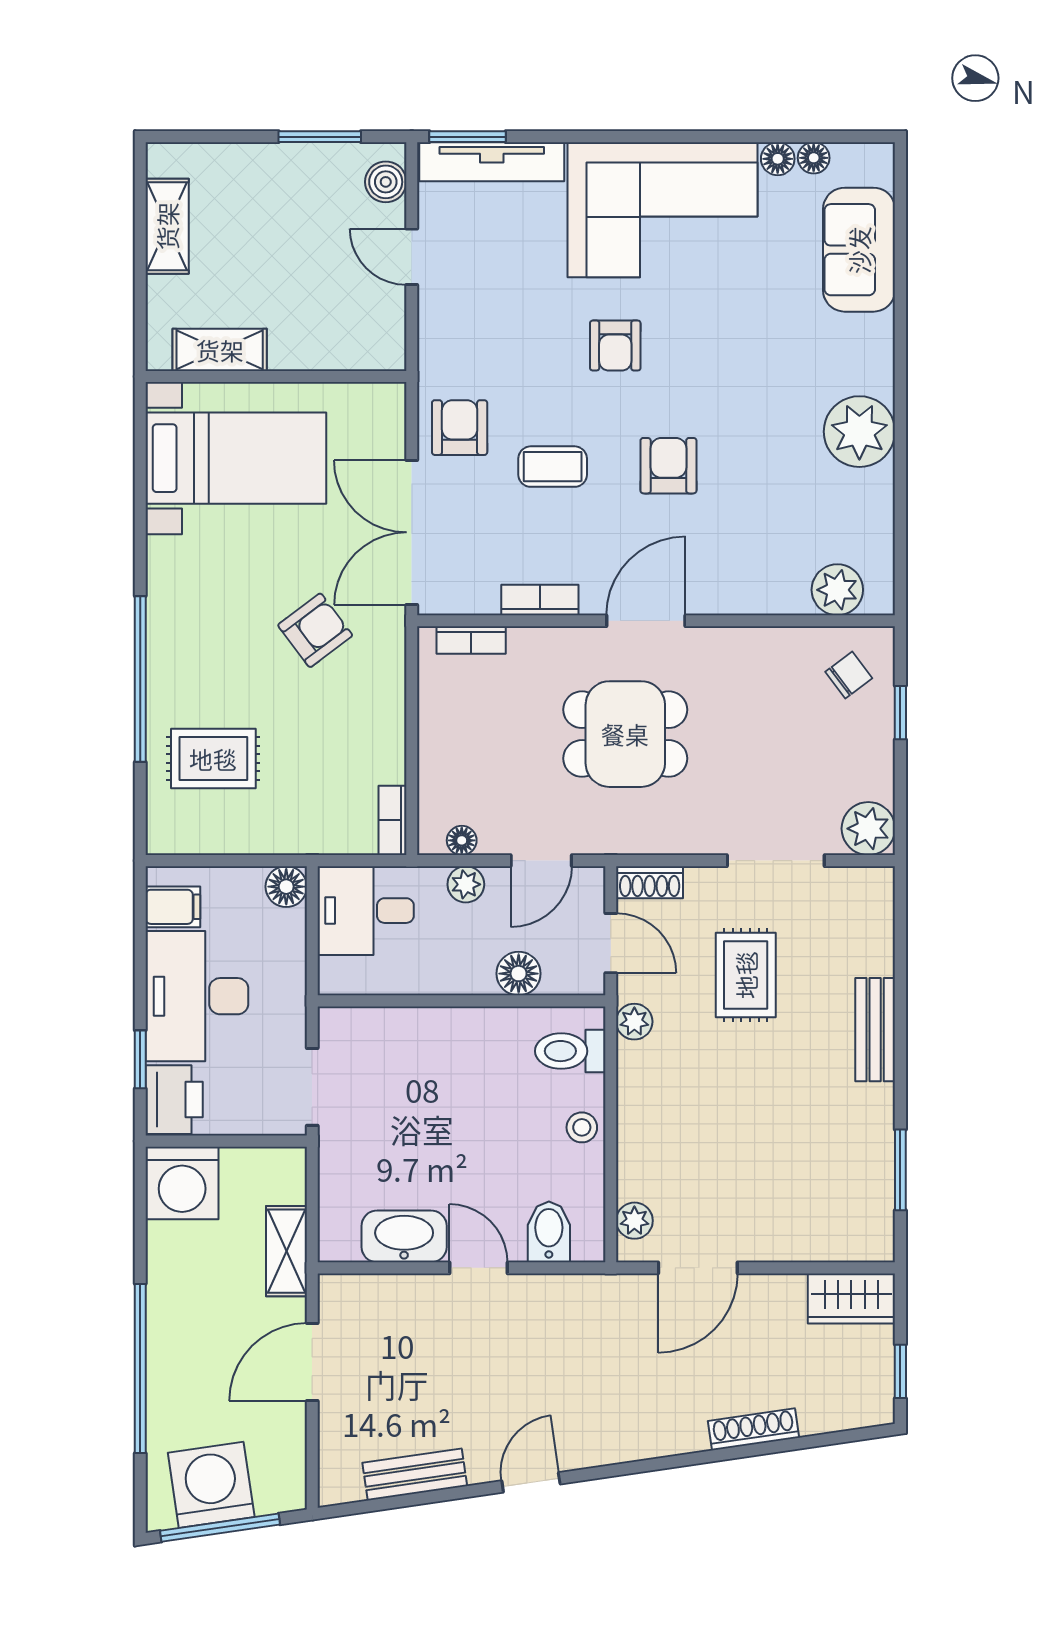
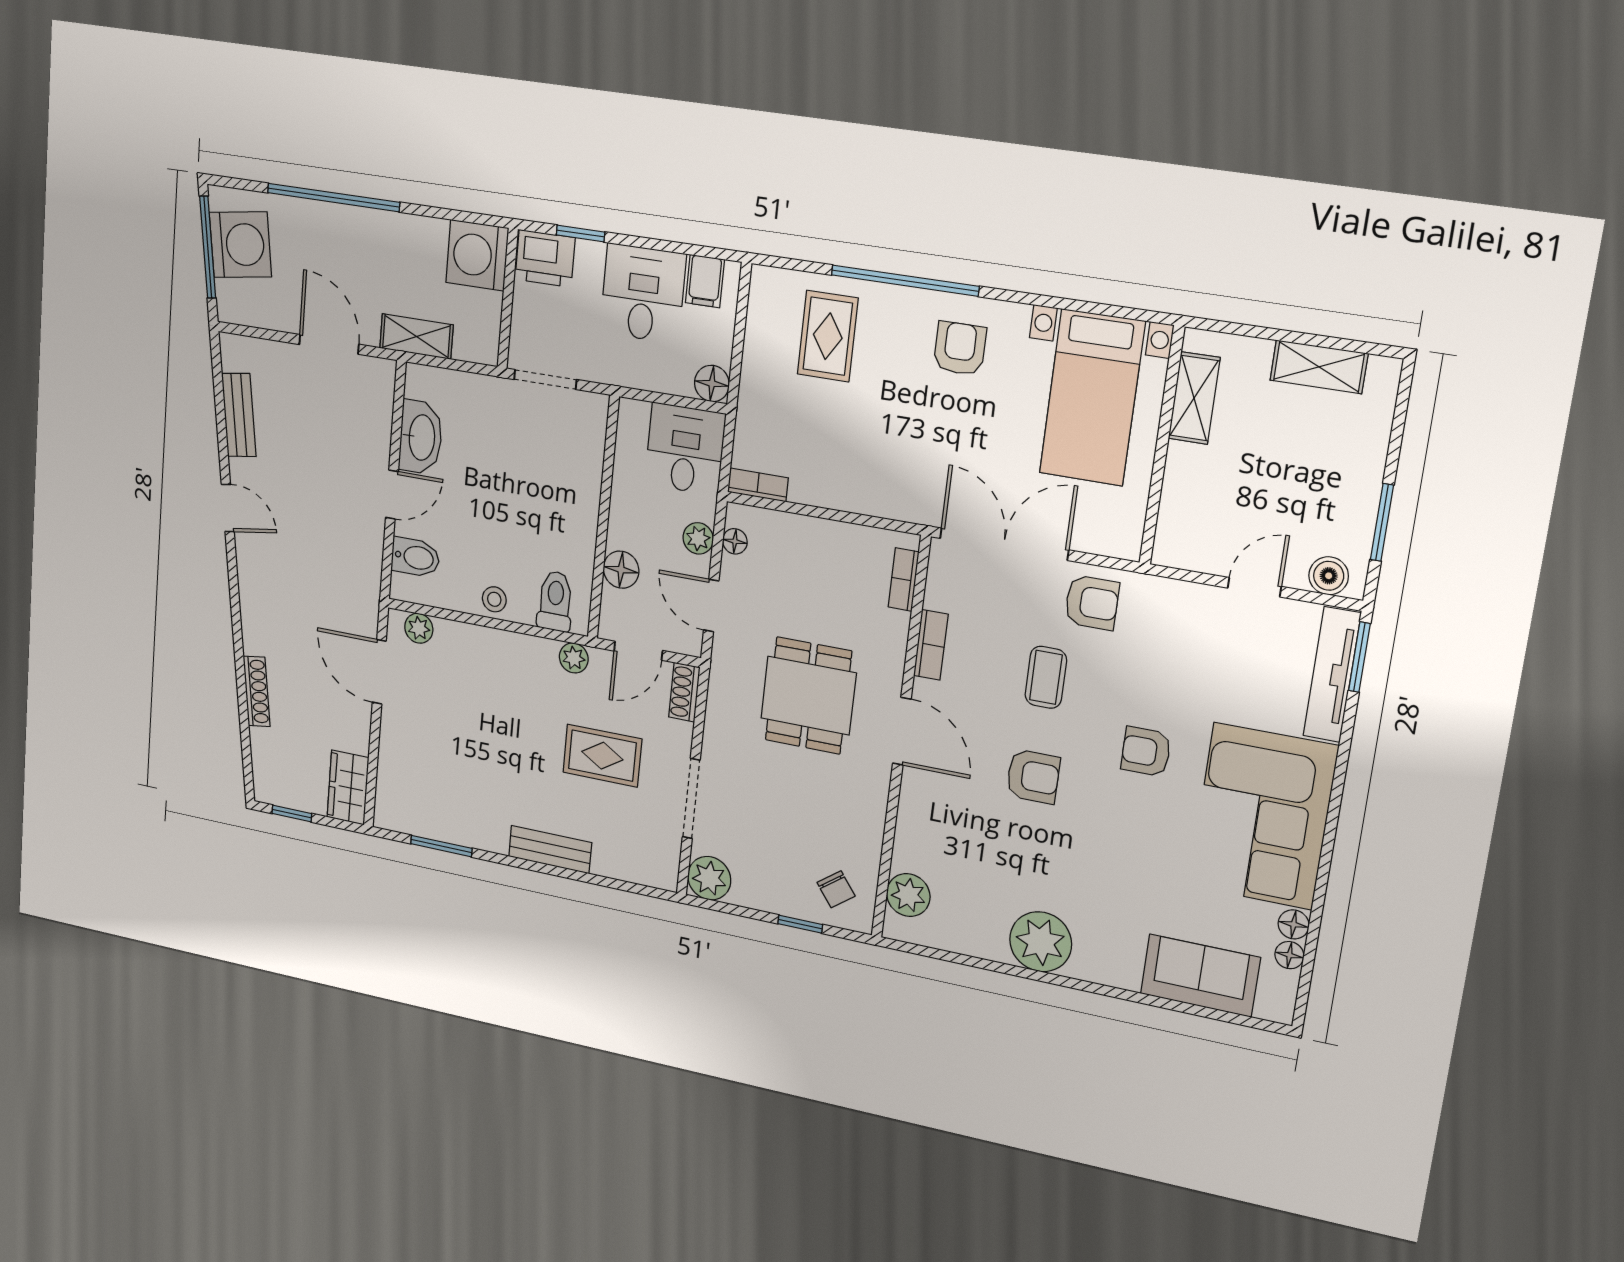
armchair: (315, 630) -> (960, 348), moved, turned -143
desk: (197, 996) -> (643, 293), width x0.73

